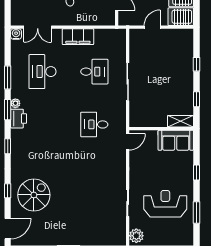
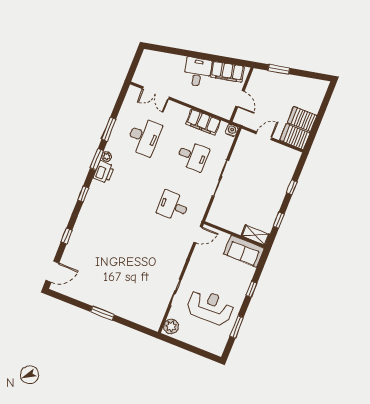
water cooler: (16, 34) -> (232, 130), moved
filing cabinet: (78, 37) -> (203, 122), moved
desk: (43, 72) -> (144, 137), turned 180
spiral stairs: (34, 195) -> (90, 250), removed

